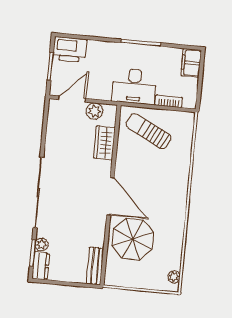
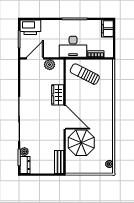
wardrobe: (104, 143) -> (58, 95), moved

